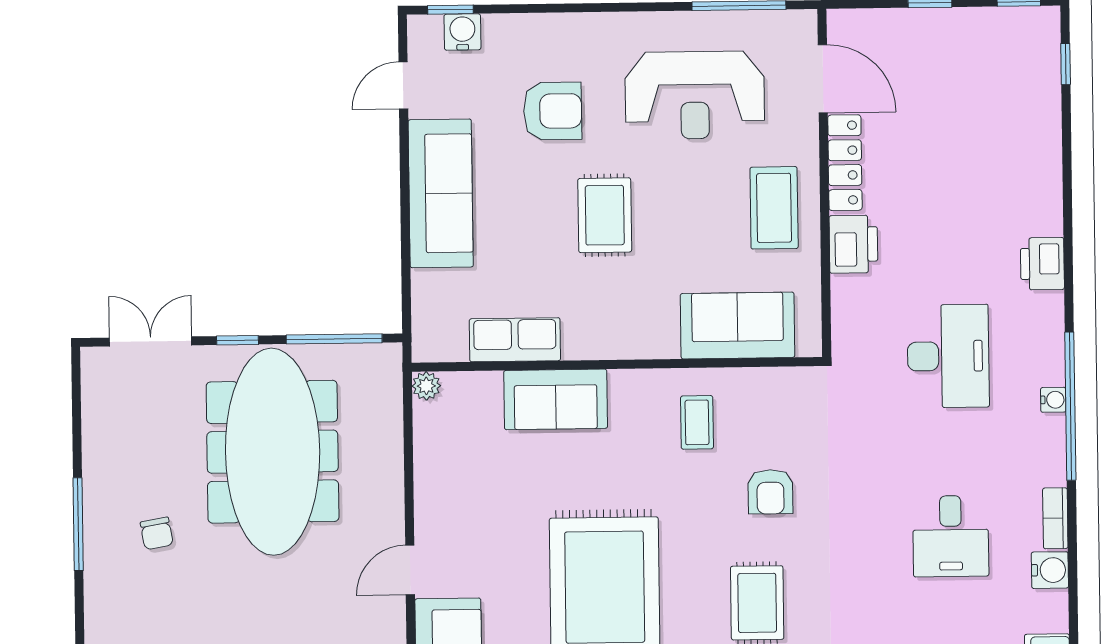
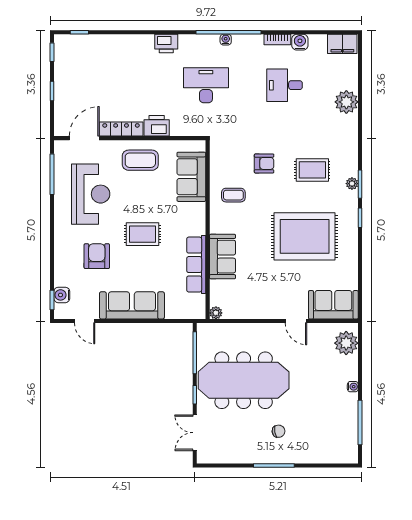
row of seats: (515, 340) -> (196, 265), width x1.48
desk: (951, 536) -> (284, 85), turned 180

